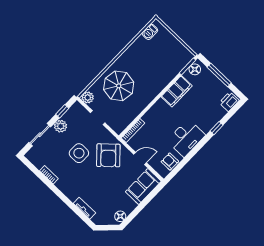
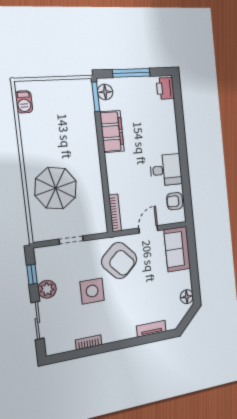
plant: (88, 97) -> (40, 233), removed
window: (217, 128) -> (180, 125), removed
desk: (186, 138) -> (166, 170), width x0.73

